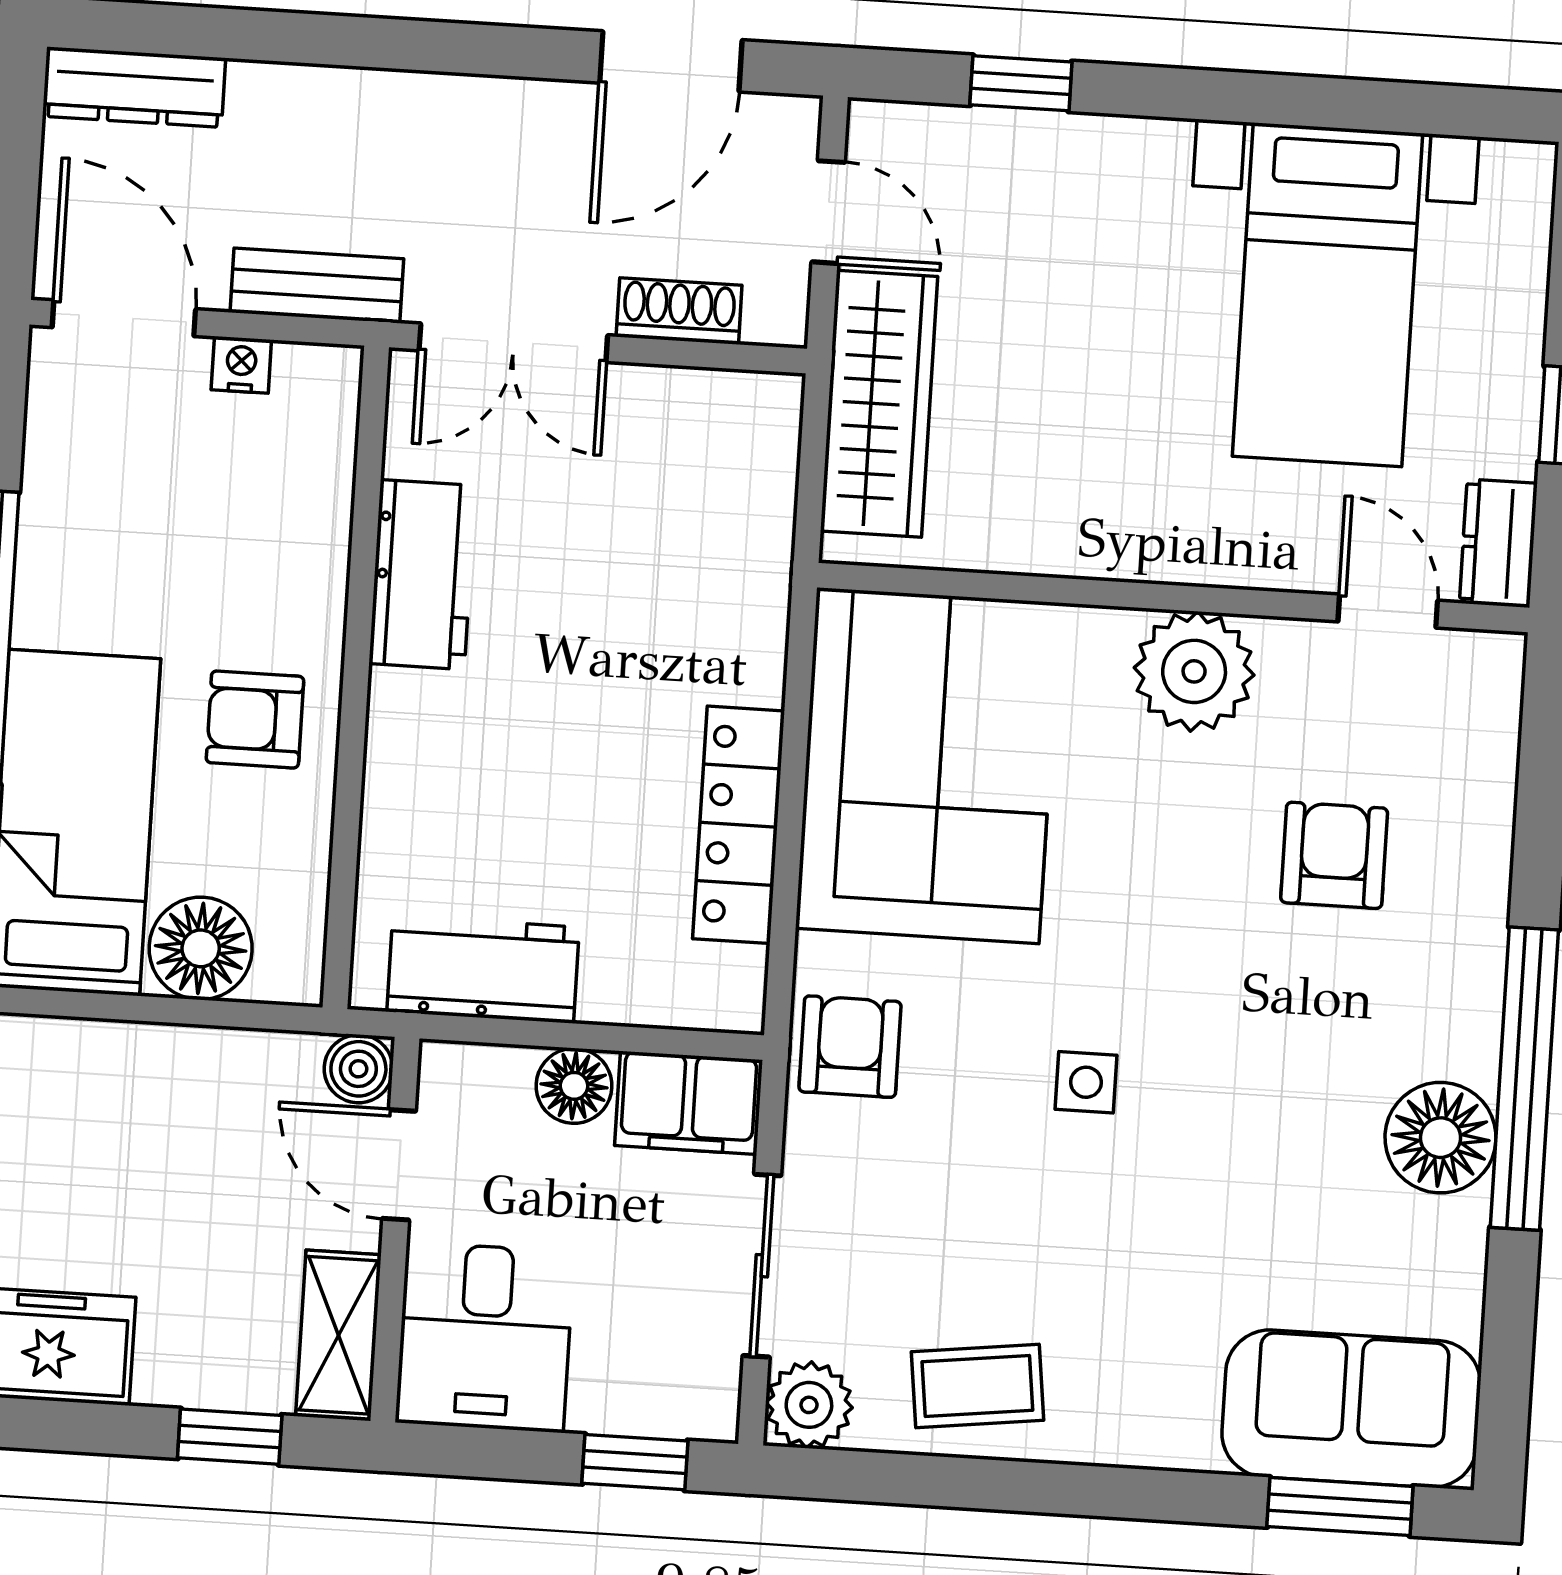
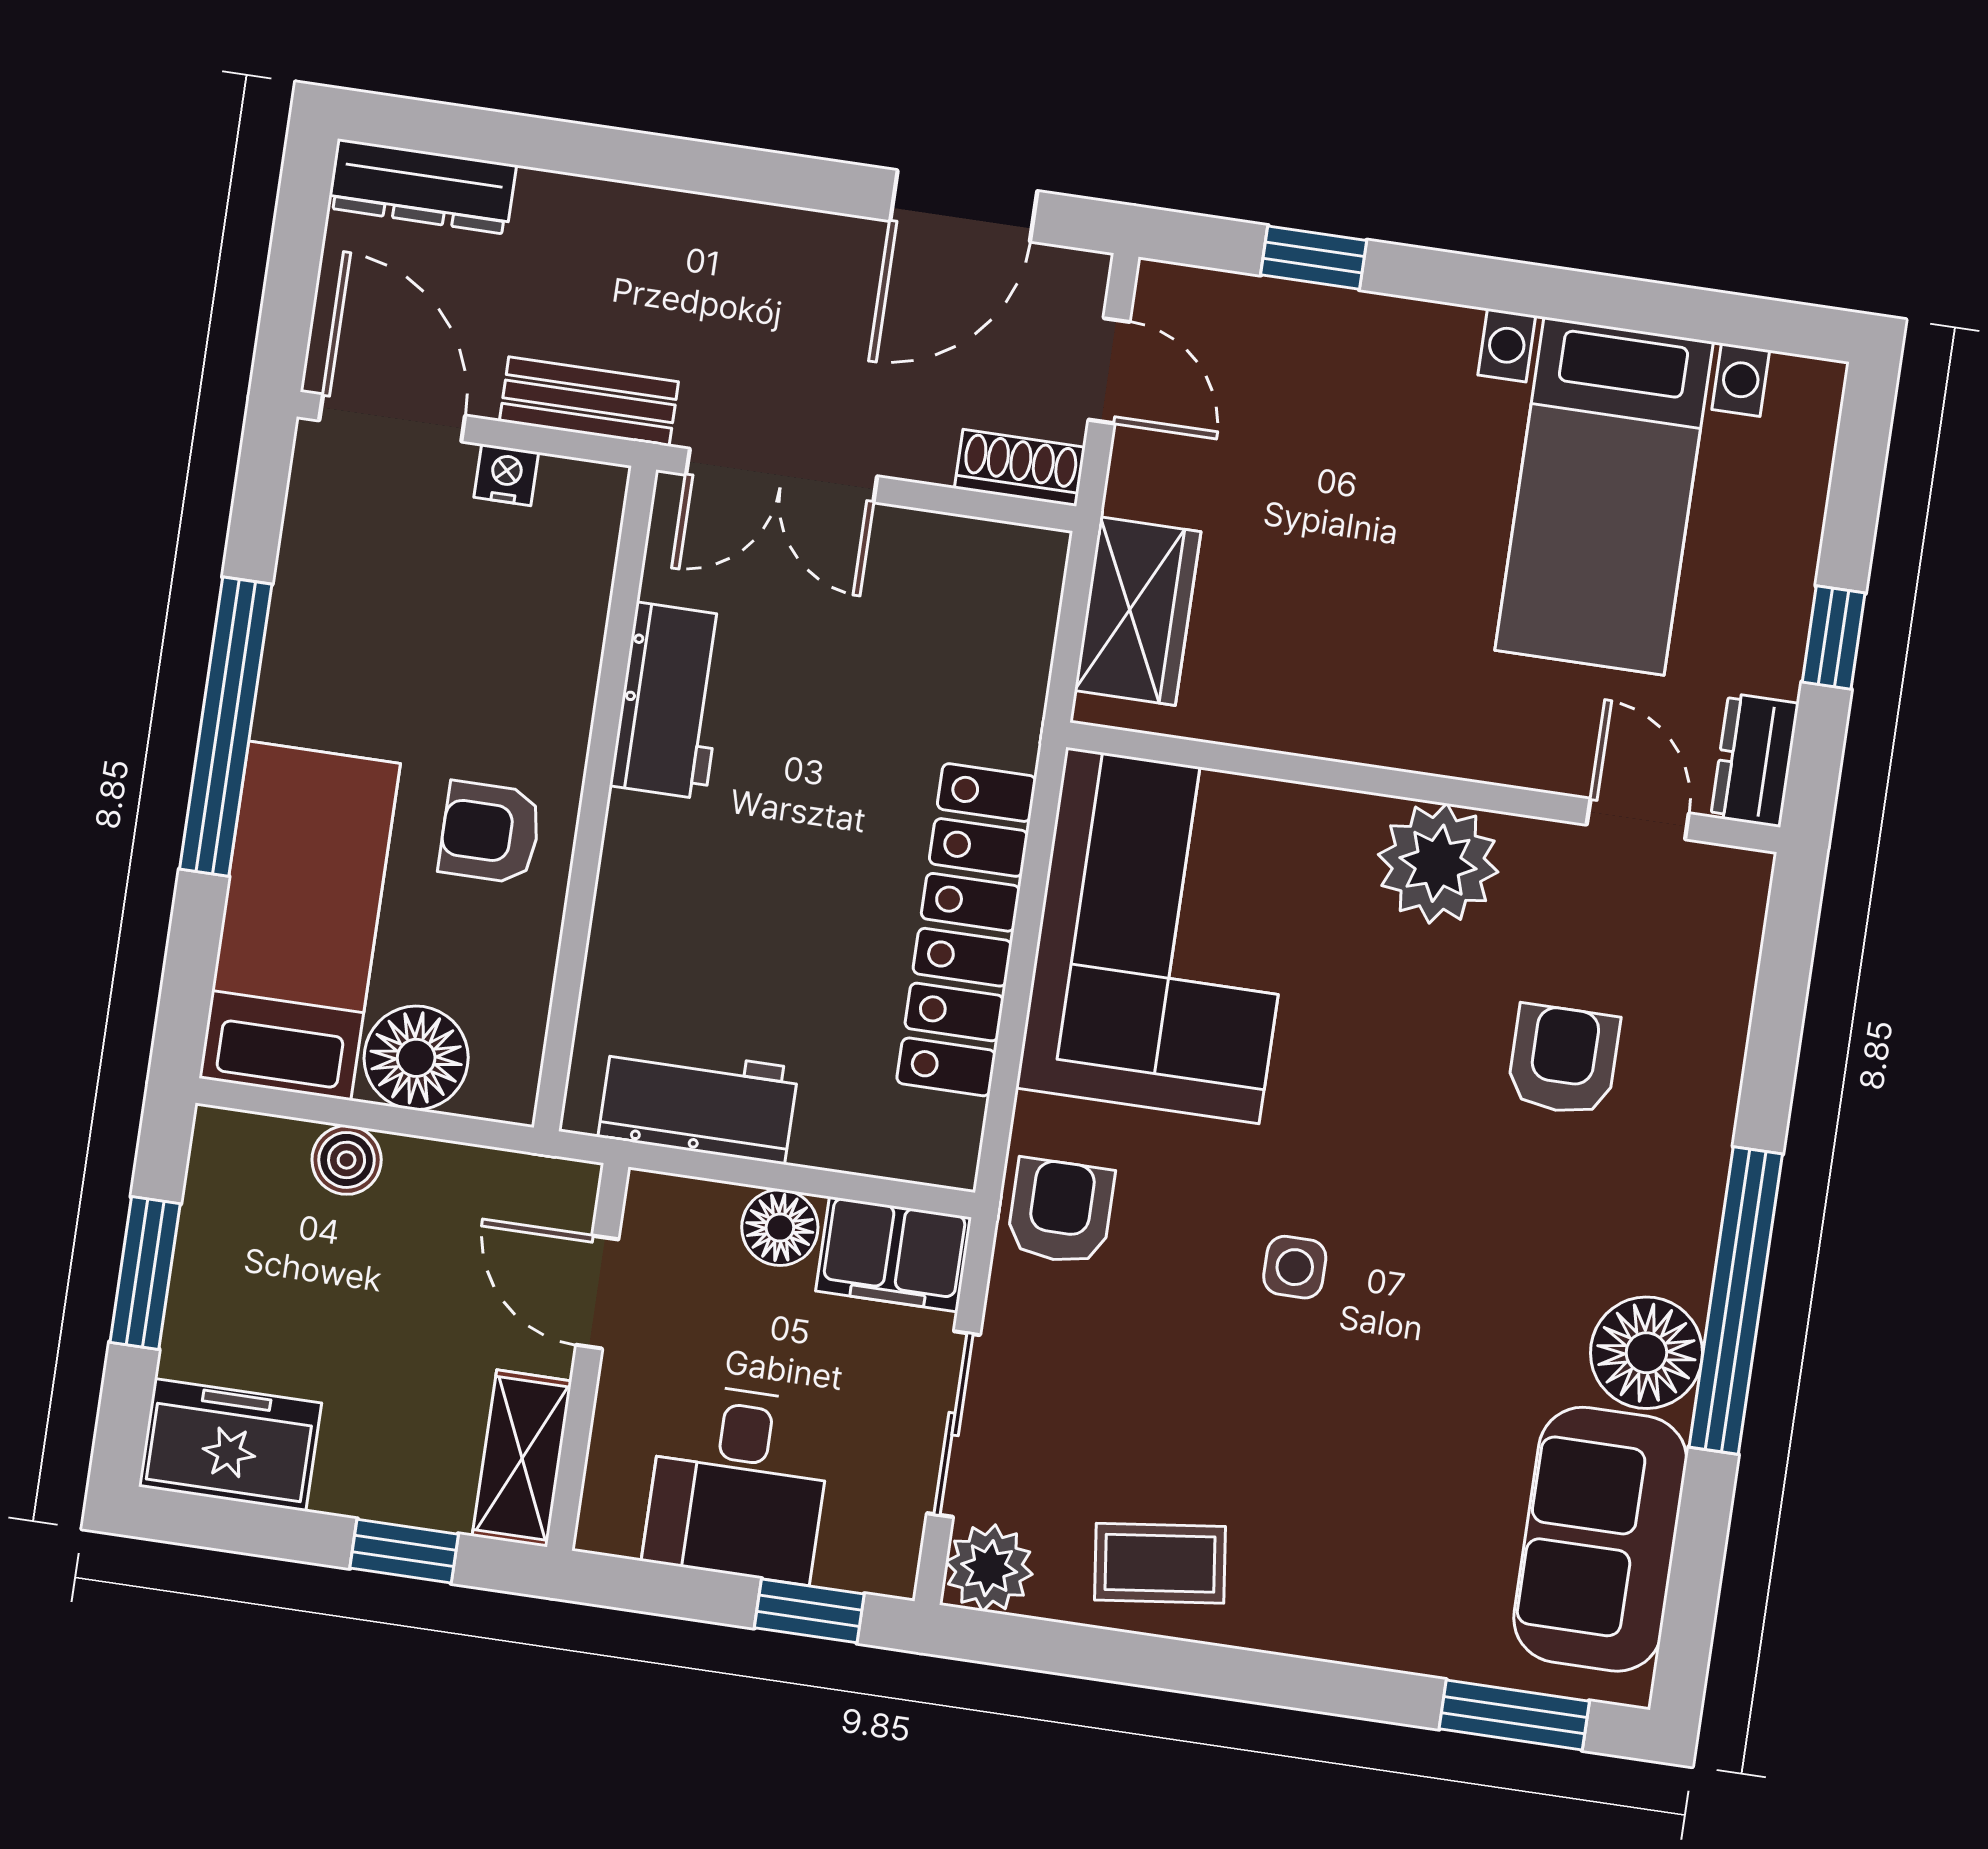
shoe rack: (679, 311) -> (1020, 468), moved
wardrobe: (879, 404) -> (1138, 611), width x0.67
locker: (739, 825) -> (966, 930), width x1.41, depth x1.21
boiler: (358, 1069) -> (347, 1160), moved
desk: (485, 1337) -> (738, 1483), moved
sofa: (1351, 1409) -> (1600, 1539), moved, turned -90

